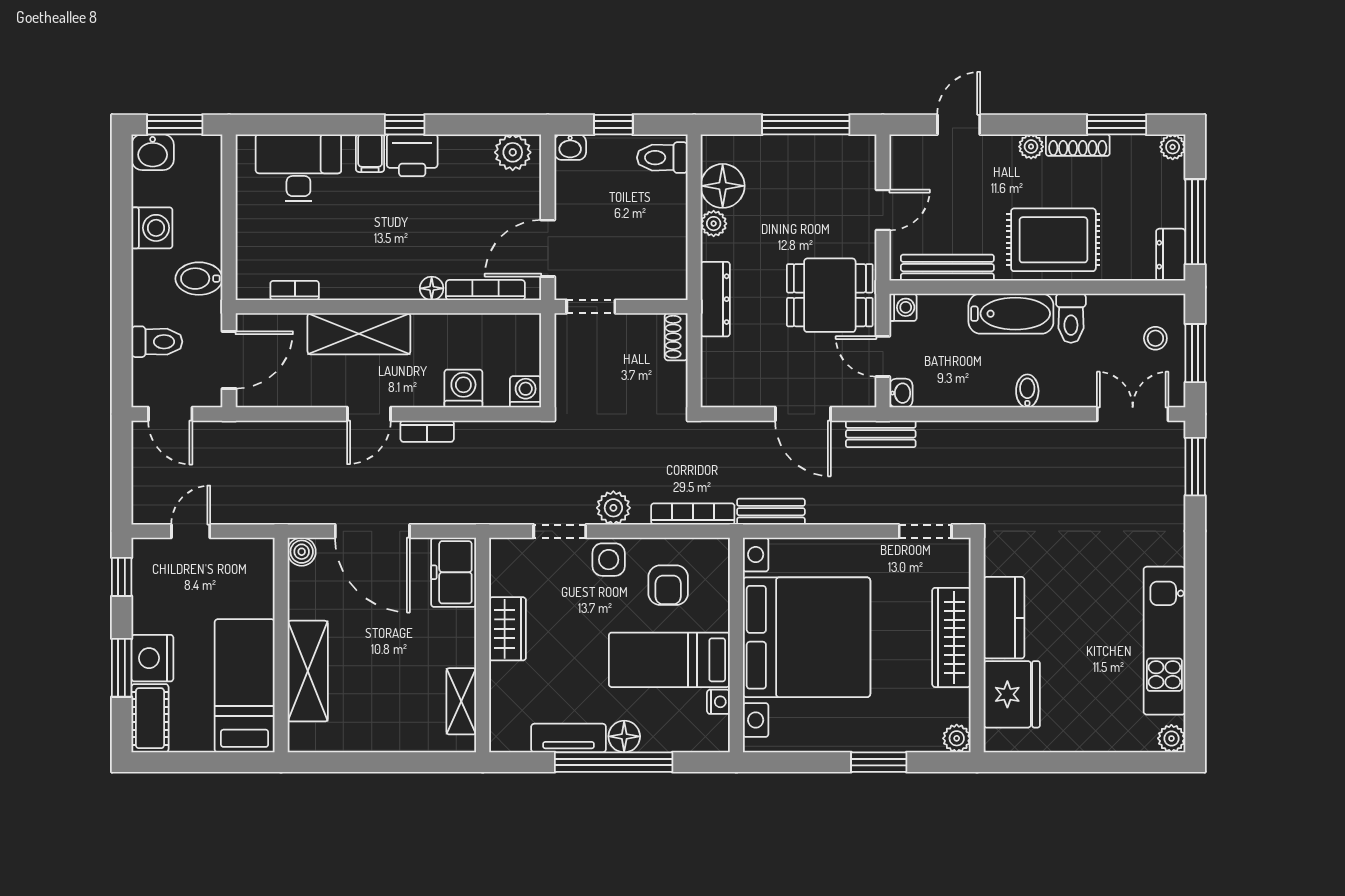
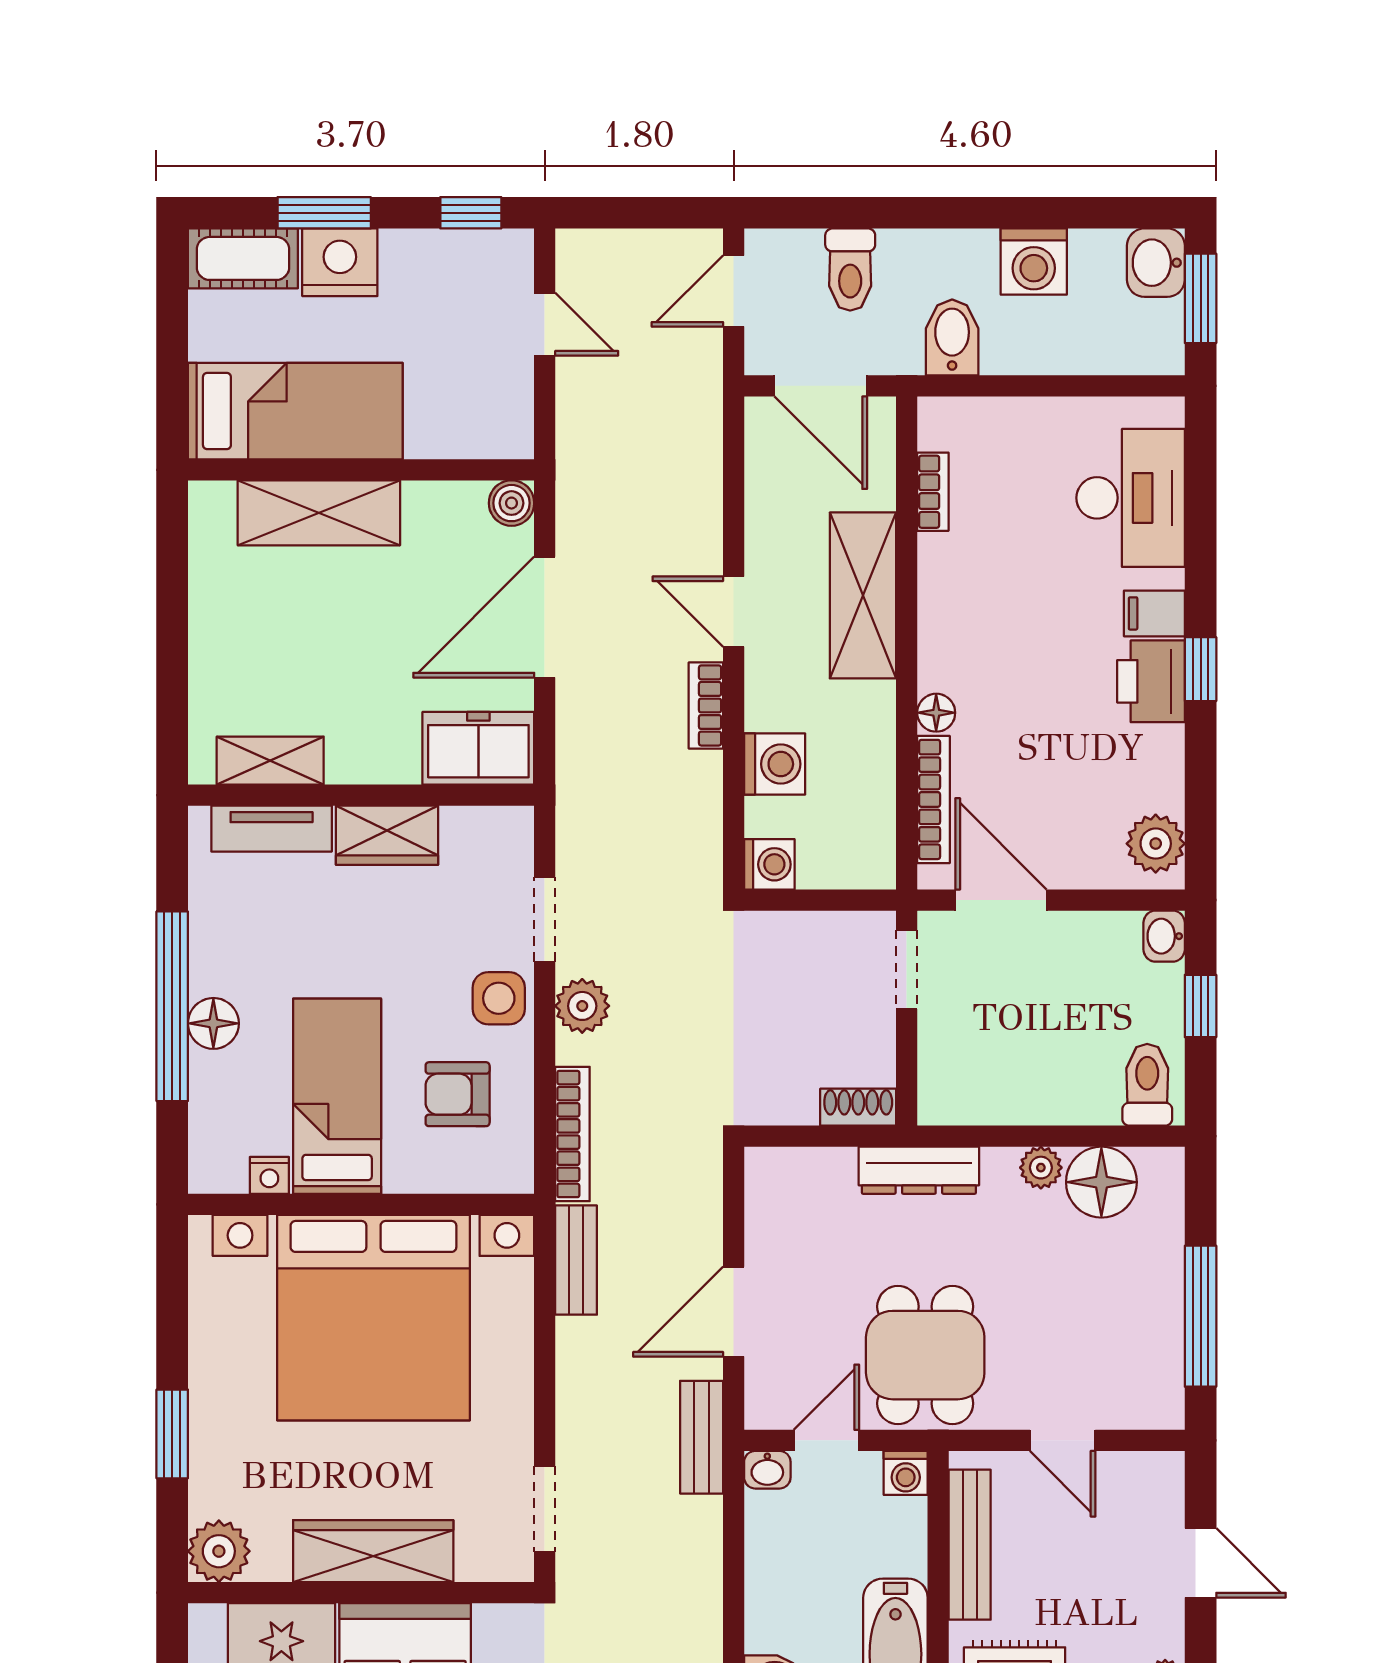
tv unit: (569, 738) -> (272, 829), moved, turned 90
plant: (957, 738) -> (219, 1551), width x1.38, depth x1.38

